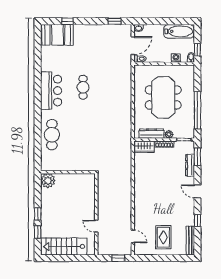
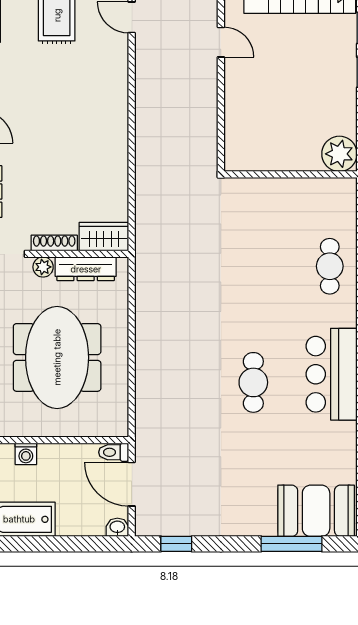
window: (67, 21) -> (291, 544), width x2.17
door: (133, 46) -> (132, 484), hinge flipped
cafe table: (52, 135) -> (330, 266), width x0.73, depth x0.74

